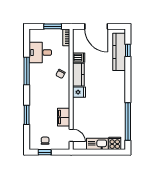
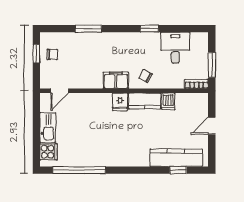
door: (96, 26) -> (212, 126), width x0.53
window: (27, 71) -> (149, 29), width x0.46
filing cabinet: (64, 117) -> (116, 80), moved

